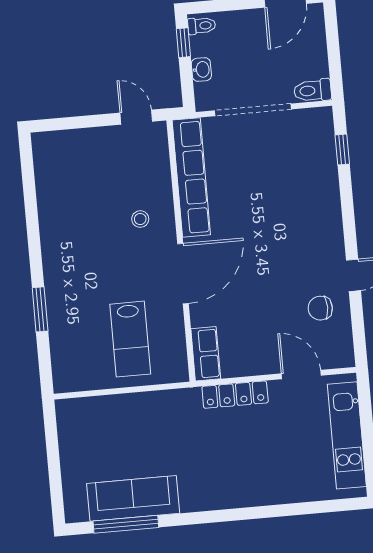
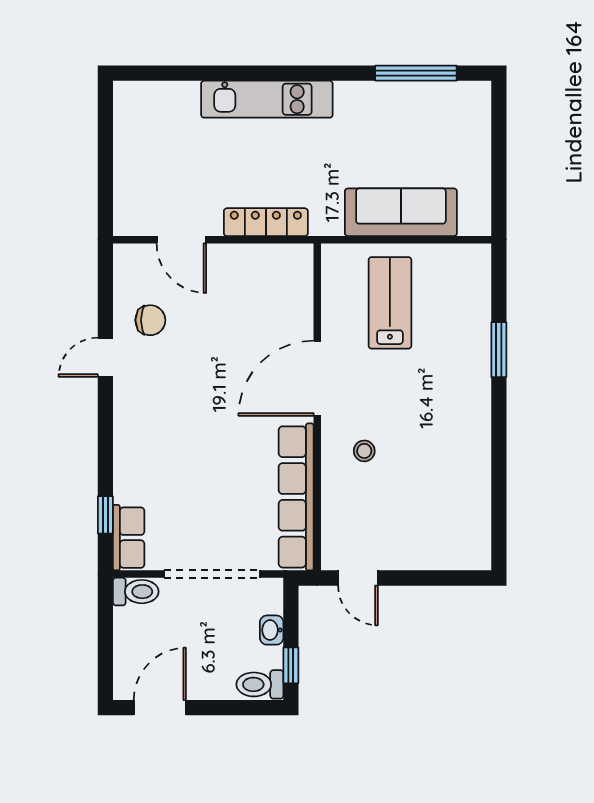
toilet: (202, 26) -> (260, 684), width x1.37, depth x1.39
row of seats: (206, 354) -> (129, 538), moved, turned 180
kitchen unit: (347, 435) -> (267, 99), moved, turned 90
sofa: (133, 498) -> (401, 212), moved, turned 180

